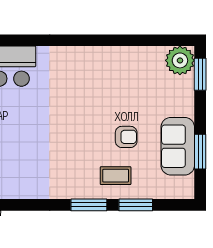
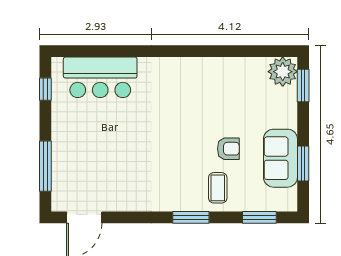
coffee table: (116, 176) -> (218, 188), turned 90
window: (136, 205) -> (259, 217), moved

